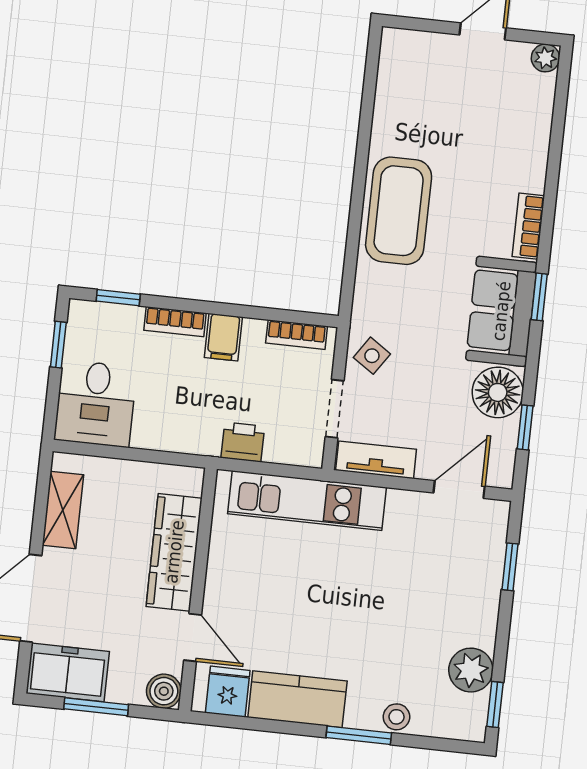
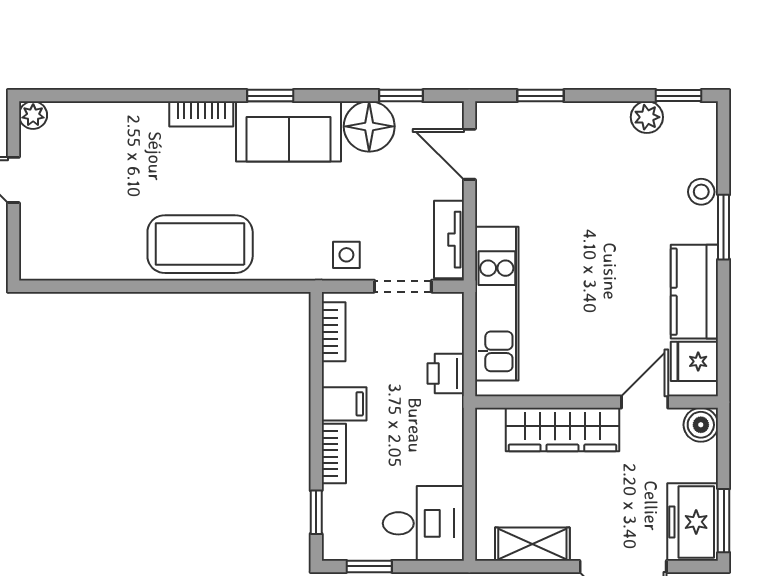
side table: (372, 356) -> (346, 255), turned -34
plant: (471, 670) -> (647, 117), width x0.73, depth x0.73
window: (96, 707) -> (724, 521), moved

